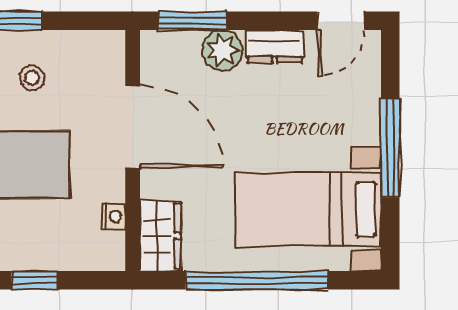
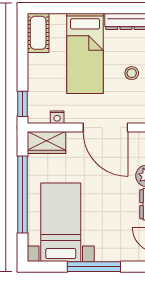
door: (133, 127) -> (105, 128), hinge flipped
window: (35, 280) -> (23, 104), moved

